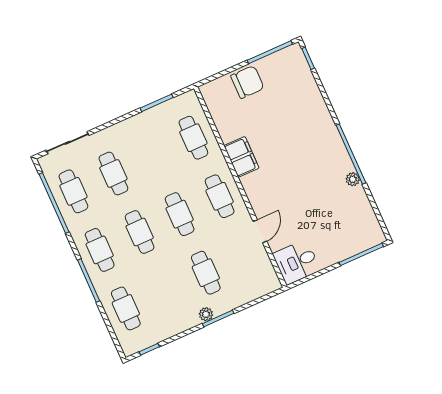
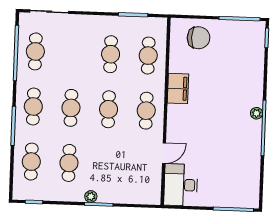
chair: (247, 82) -> (199, 38), moved
cafe table: (113, 173) -> (111, 54), moved
plant: (353, 179) -> (256, 113), moved
desk: (297, 262) -> (181, 185), width x1.37
cafe table: (206, 273) -> (69, 163), moved

